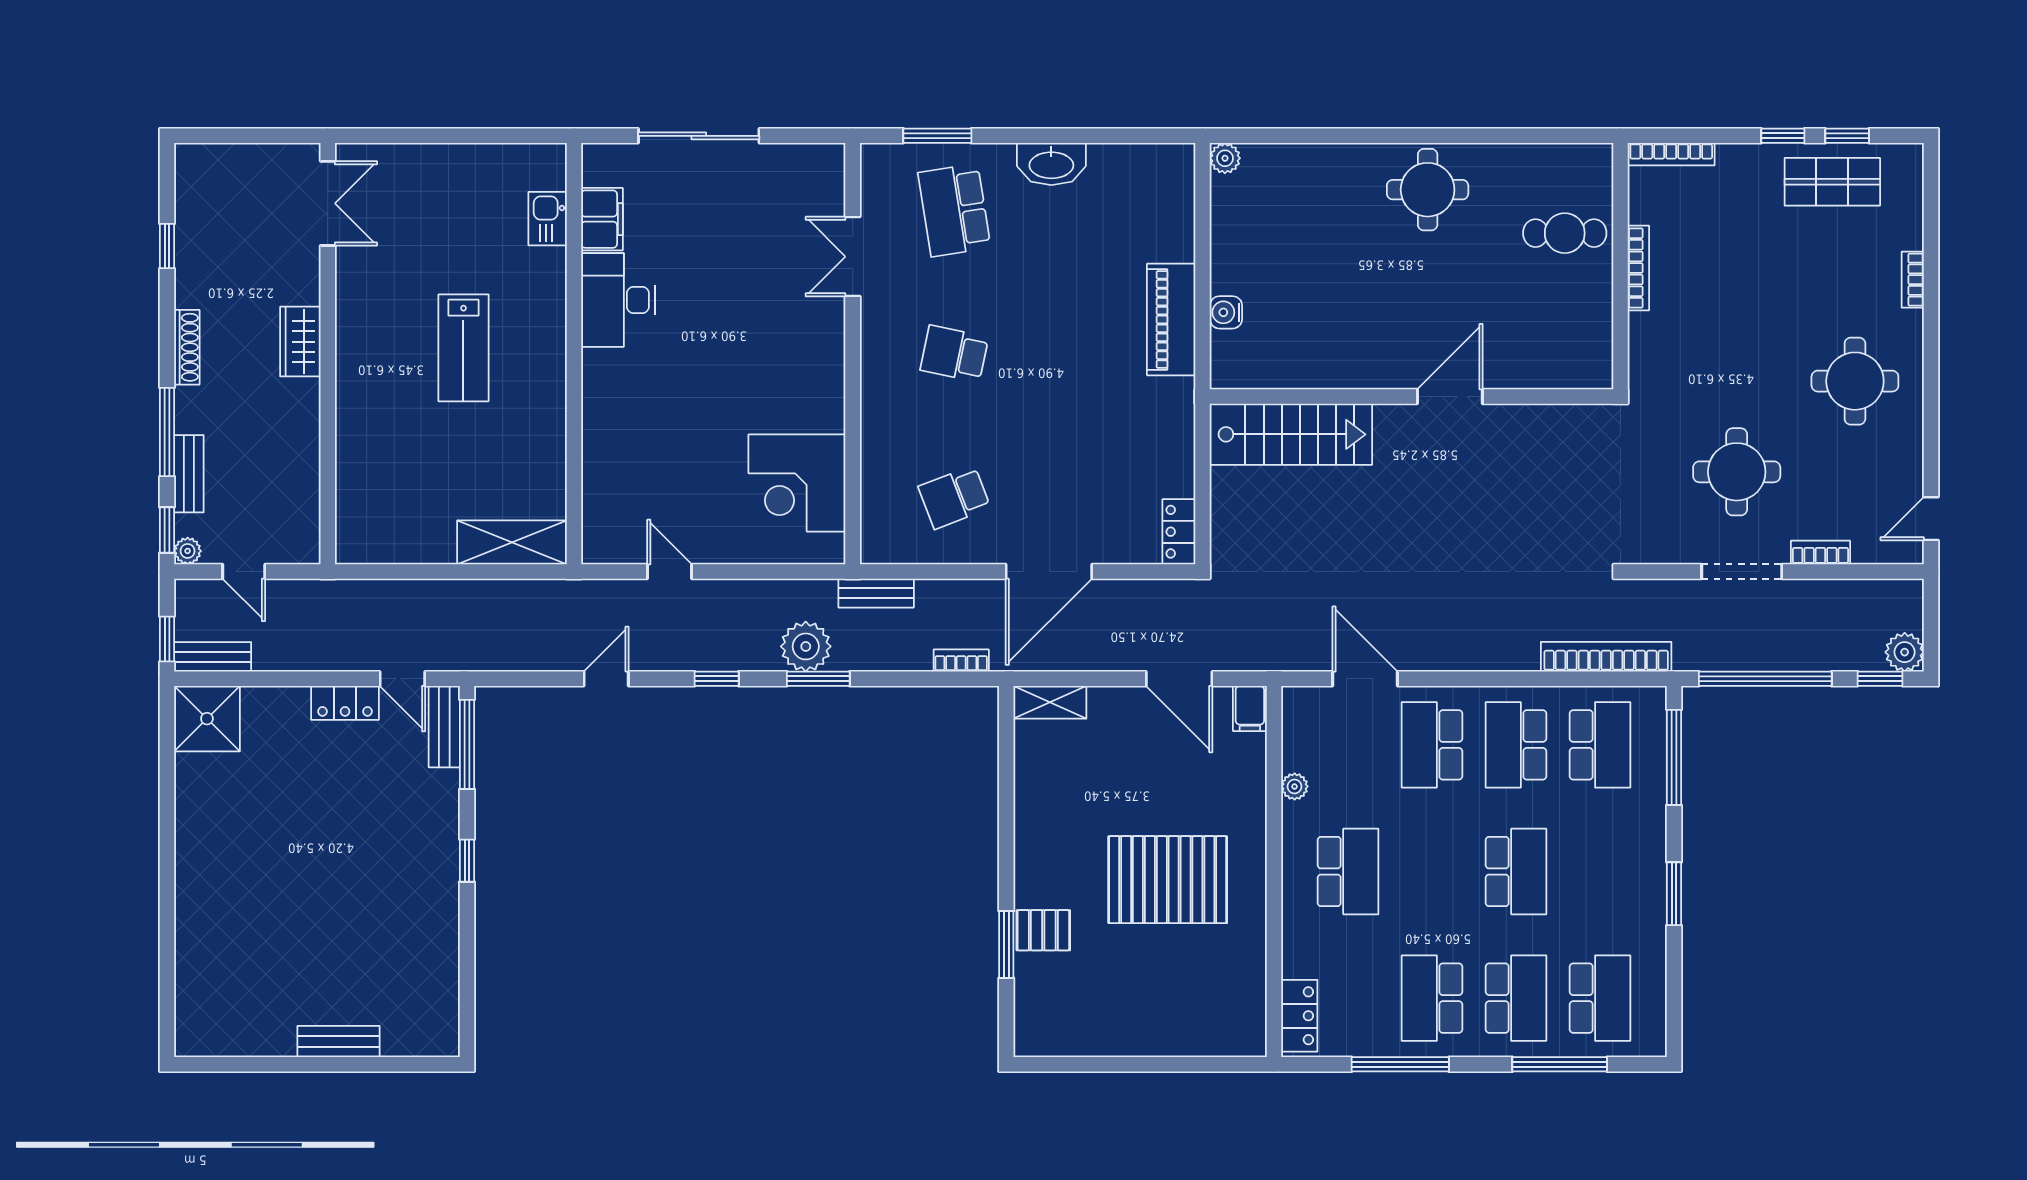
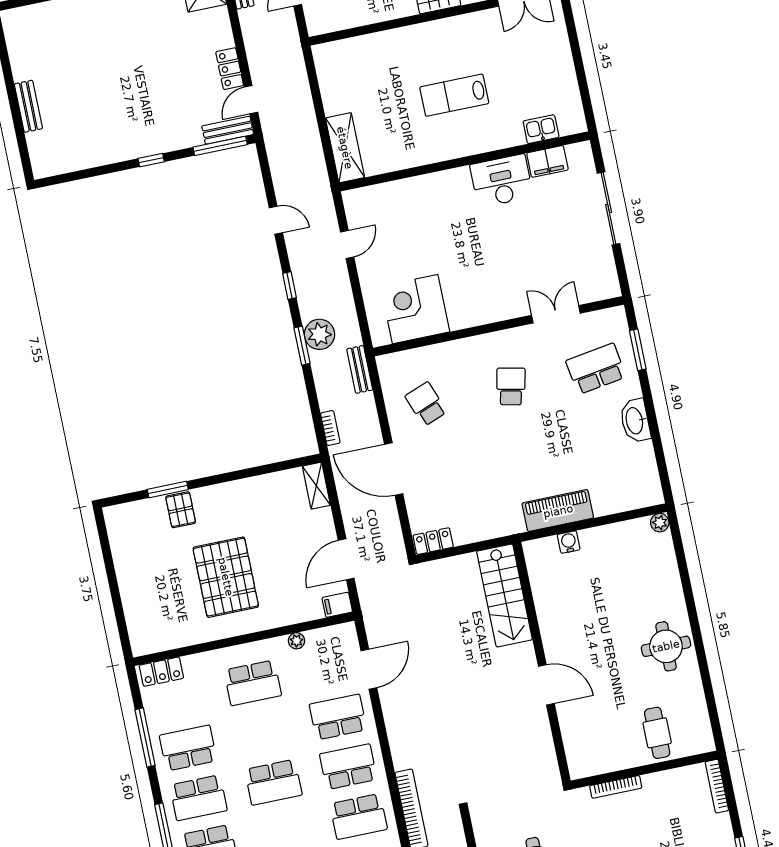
bookcase: (1638, 268) -> (616, 787), moved

